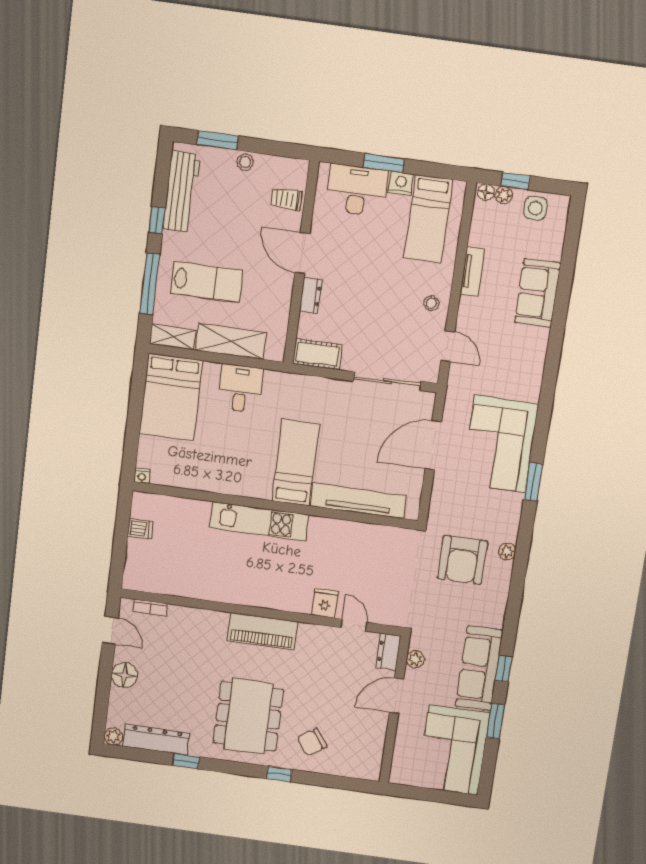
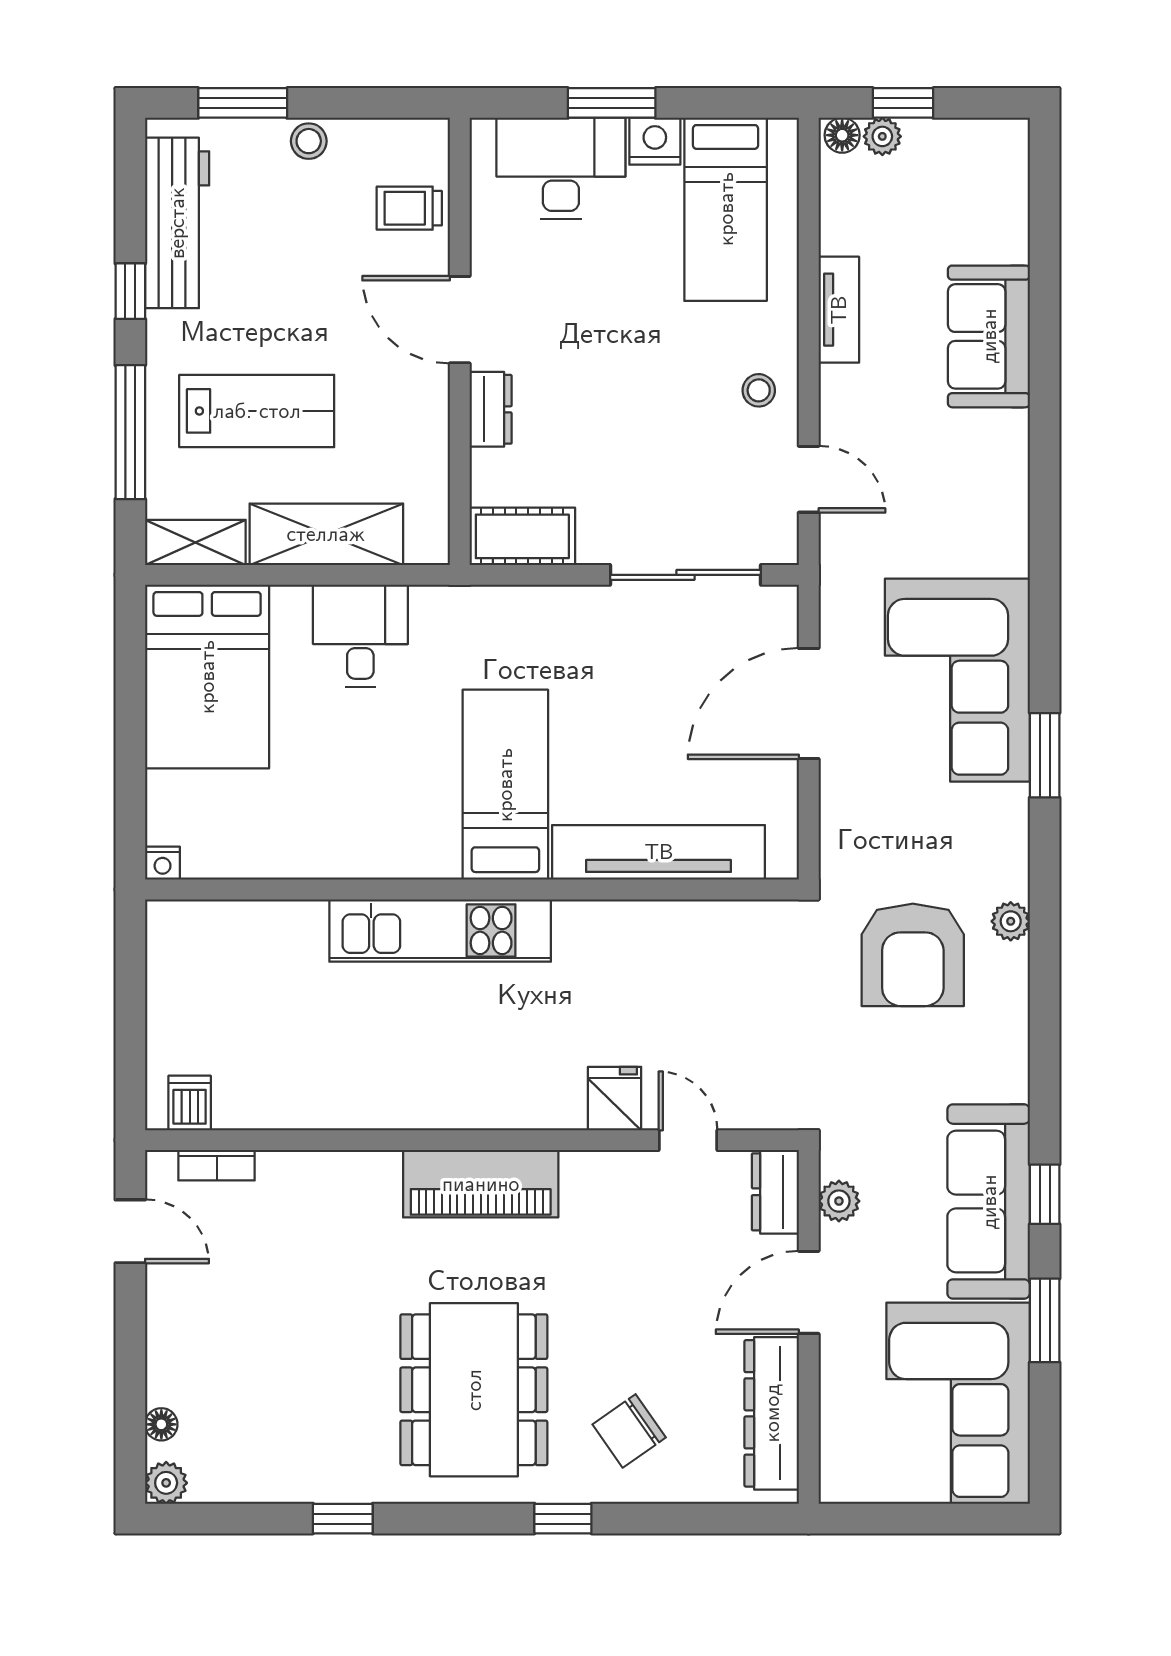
side table: (535, 208) -> (956, 155), removed
dishwasher: (140, 529) -> (190, 1103), moved, turned -90
floor lamp: (125, 675) -> (161, 1424), moved, width x0.53, depth x0.53
dresser: (156, 740) -> (772, 1413), moved, turned -90

